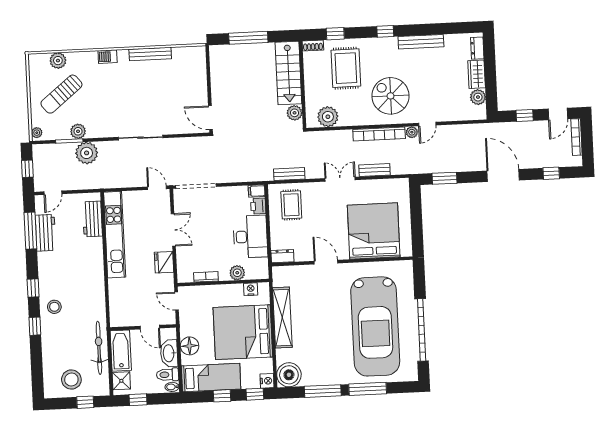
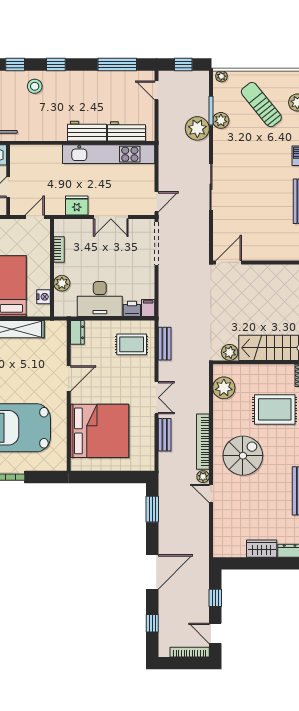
plant: (478, 97) -> (237, 549), removed
workbench: (46, 233) -> (87, 131), moved, turned 180

